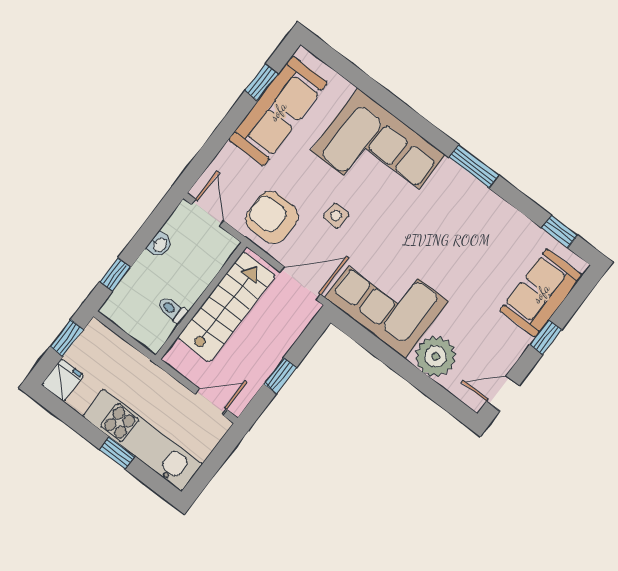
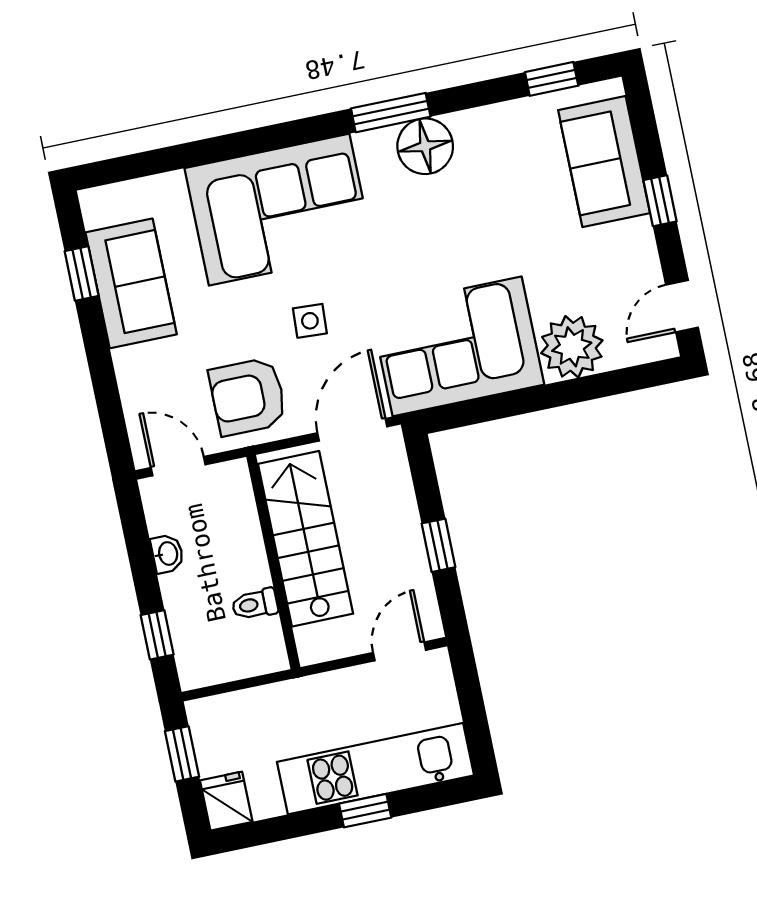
sofa: (278, 111) -> (131, 283), width x0.73
floor lamp: (472, 198) -> (425, 146), added

